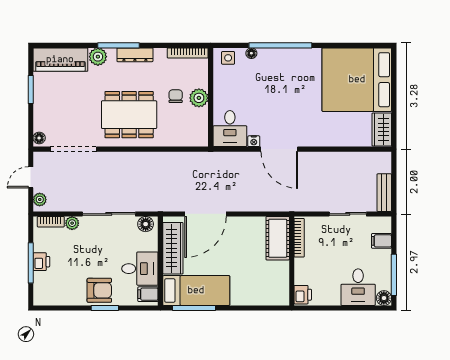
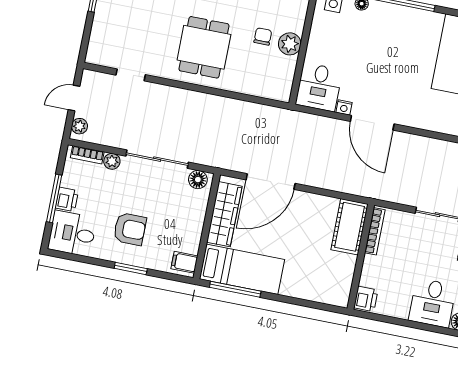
dining table: (129, 115) -> (204, 47), width x0.73
floor lamp: (39, 138) -> (93, 54), removed
doorway: (73, 149) -> (131, 75), width x0.53
desk: (140, 269) -> (72, 234), moved, turned 180
armchair: (99, 290) -> (130, 229), moved

